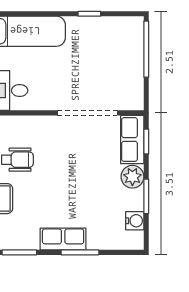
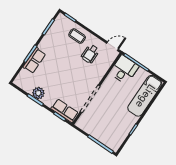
plant: (132, 177) -> (38, 93), moved
water cooler: (135, 221) -> (28, 87), removed
row of seats: (63, 239) -> (34, 60), moved

